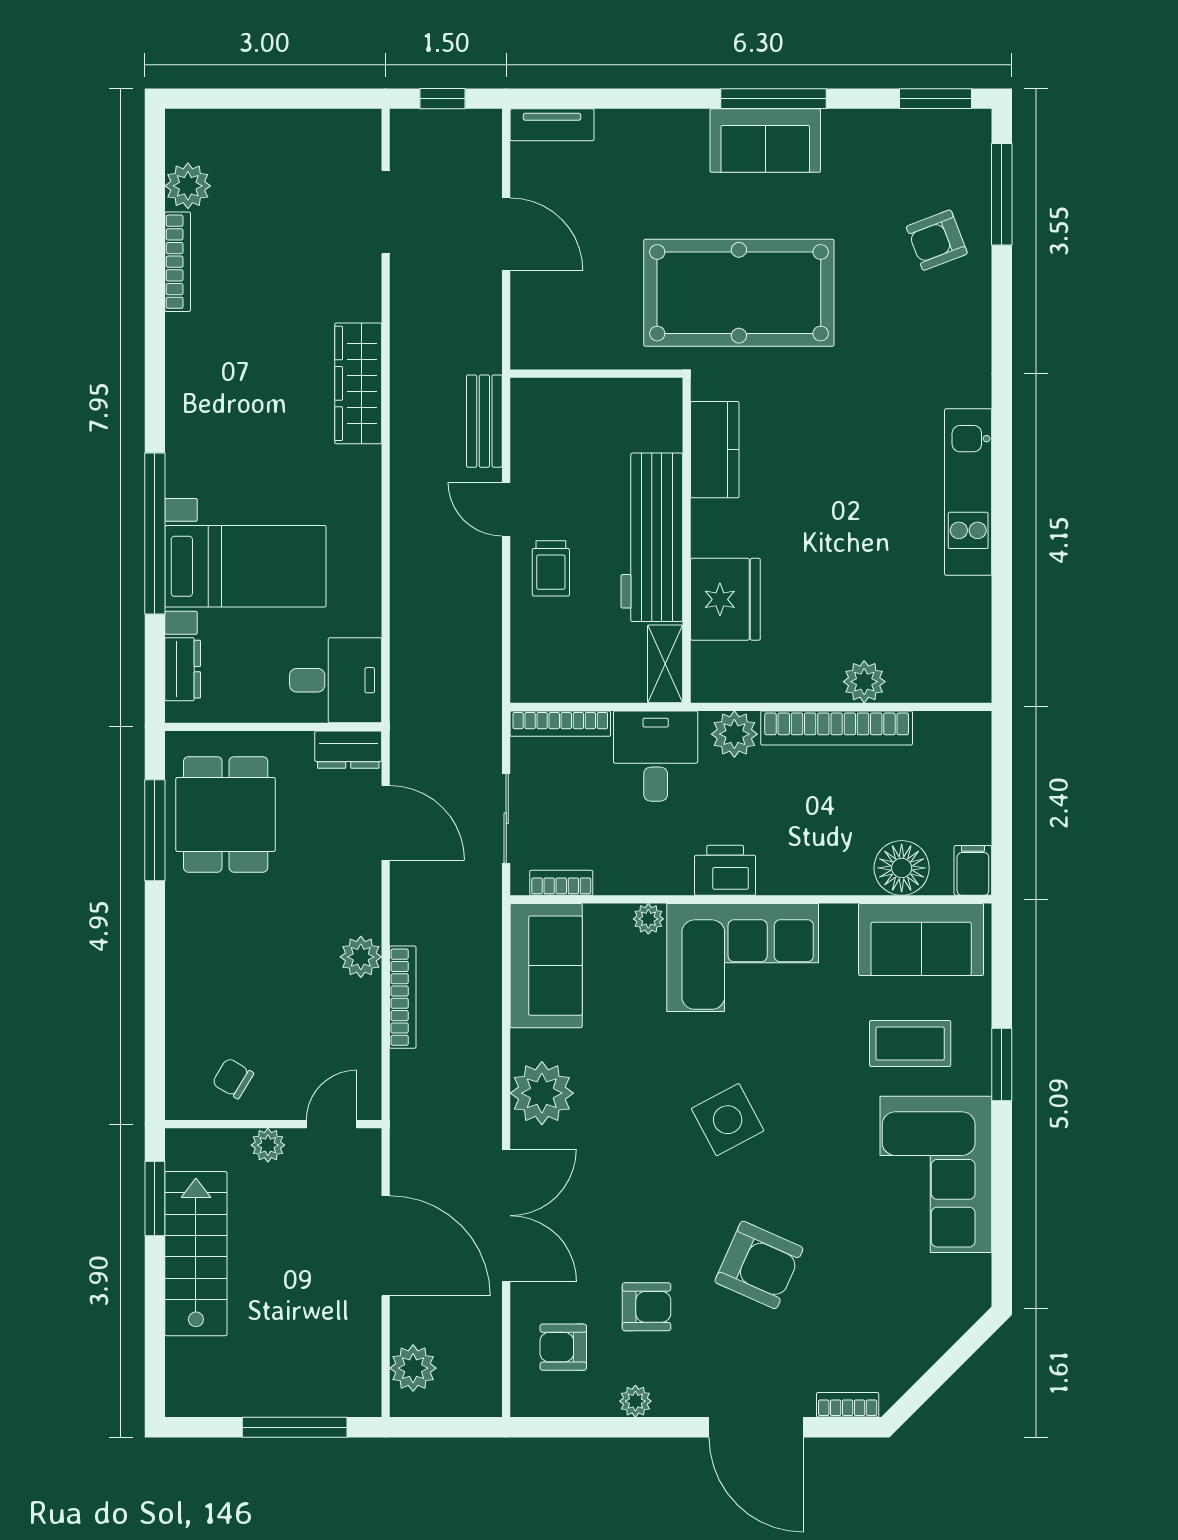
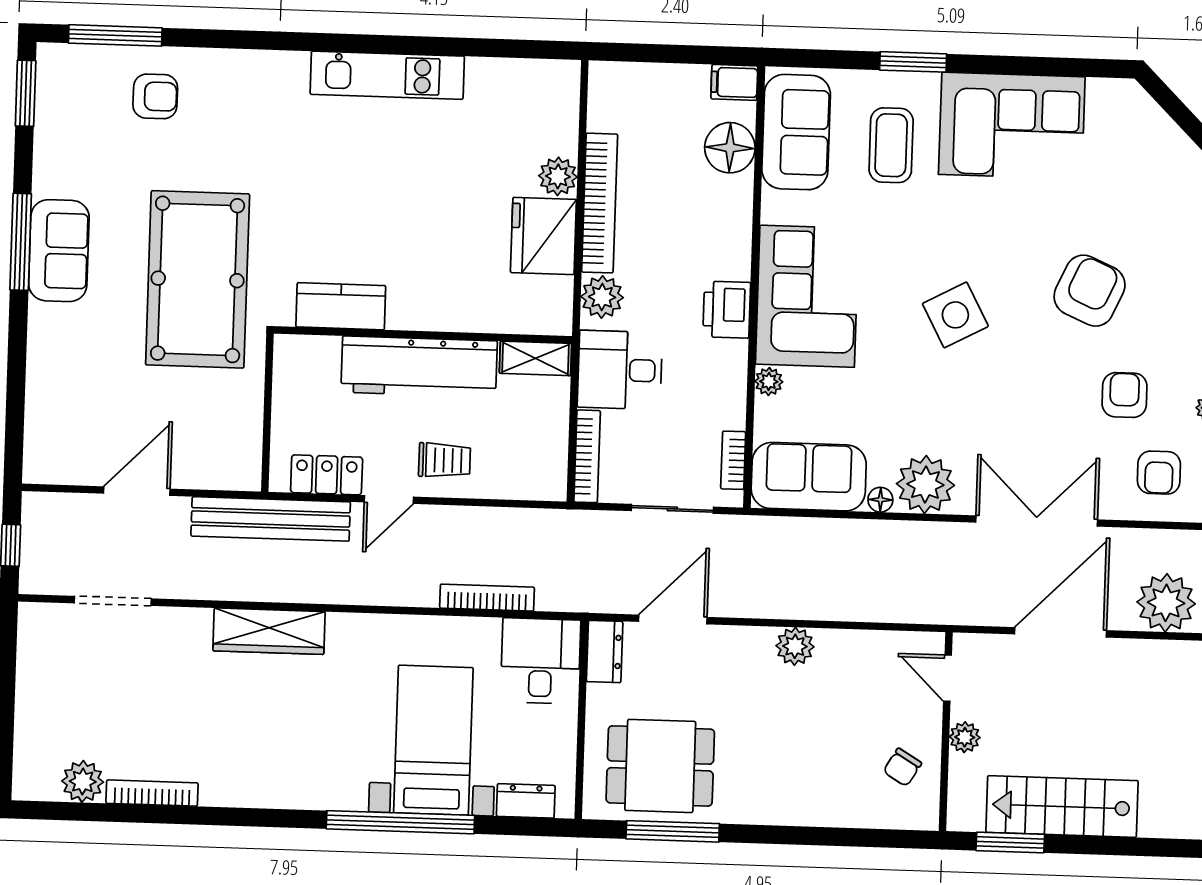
tv unit: (552, 125) -> (38, 446), removed
armchair: (937, 240) -> (155, 96), turned -69
bench: (484, 421) -> (271, 519), width x1.86, depth x1.21
locker: (531, 440) -> (327, 475), added
fridge: (725, 599) -> (543, 236), moved, turned -90
bookcase: (403, 997) -> (487, 598), moved
floor lamp: (524, 1045) -> (880, 500), added
plant: (413, 1368) -> (1166, 603), width x1.36, depth x1.36

